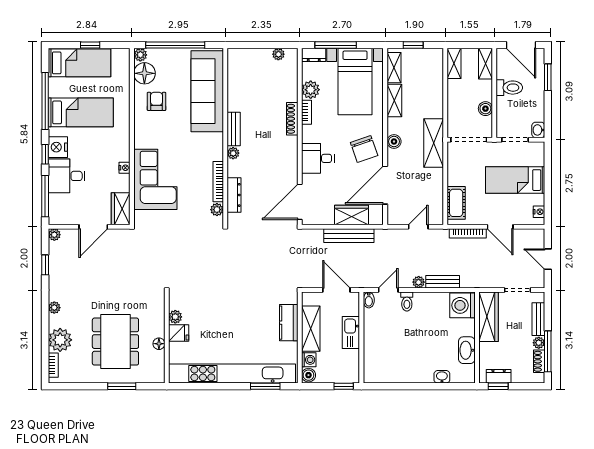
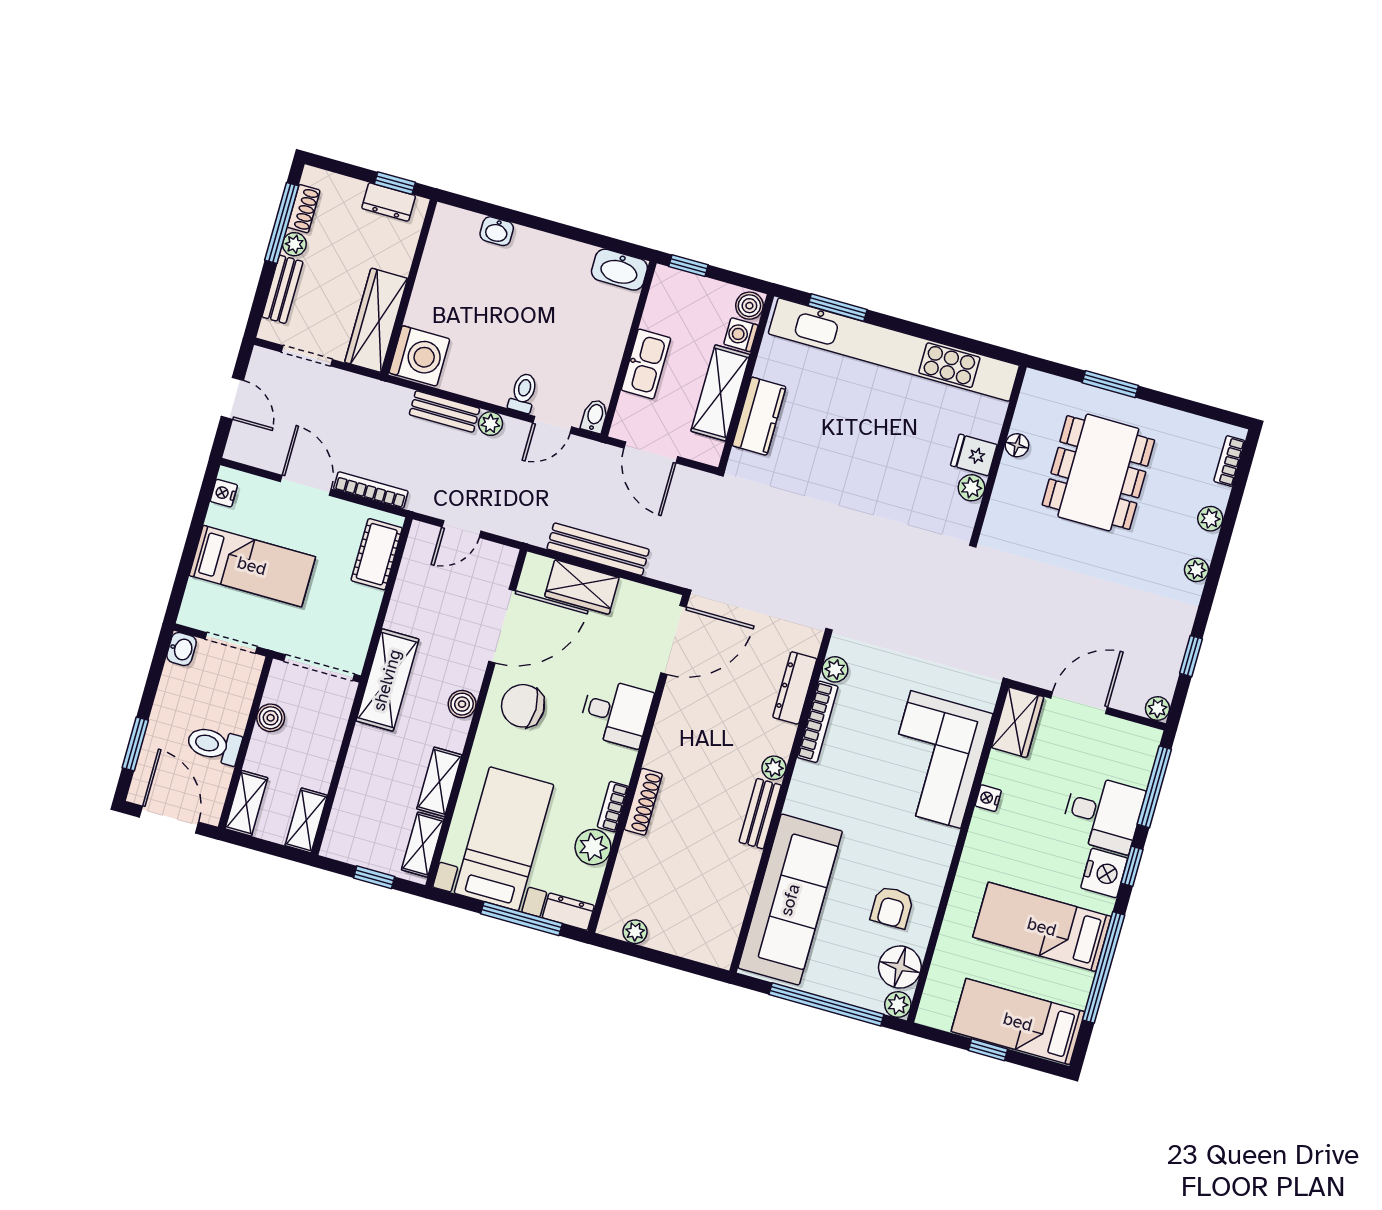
chair: (364, 149) -> (523, 706), turned -71
plant: (60, 340) -> (1210, 519), width x0.53, depth x0.53
washbasin: (467, 350) -> (619, 270), moved, turned 90

